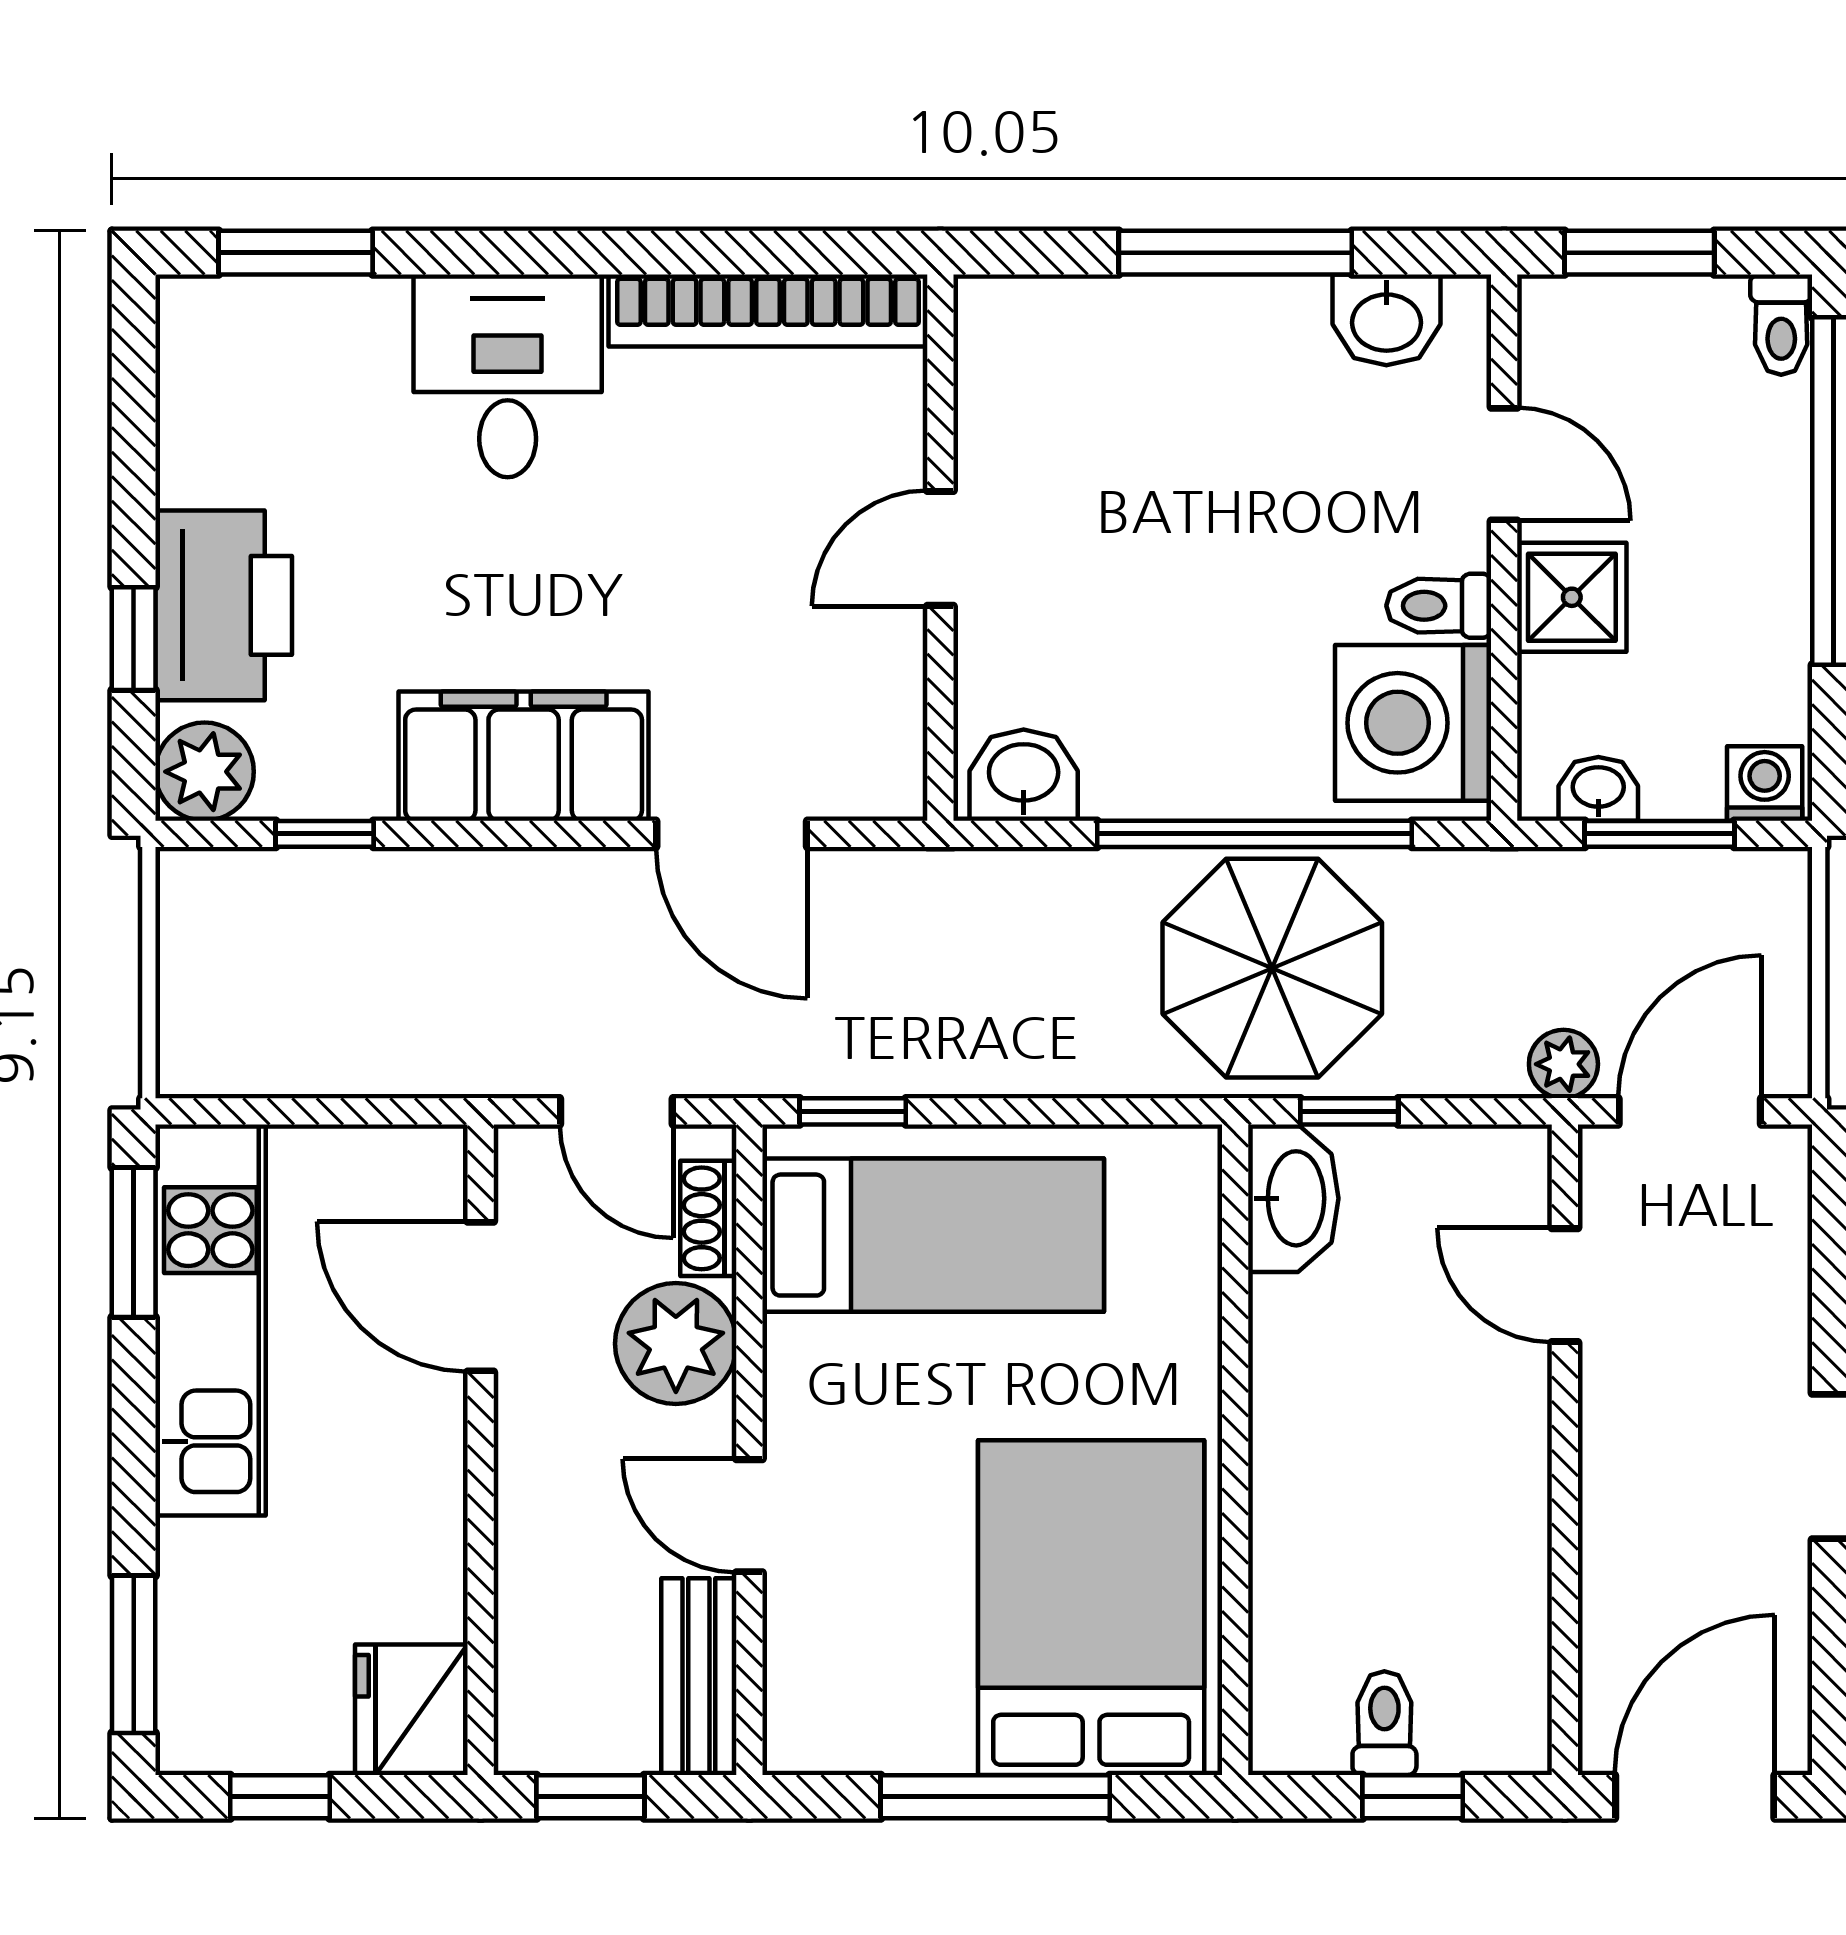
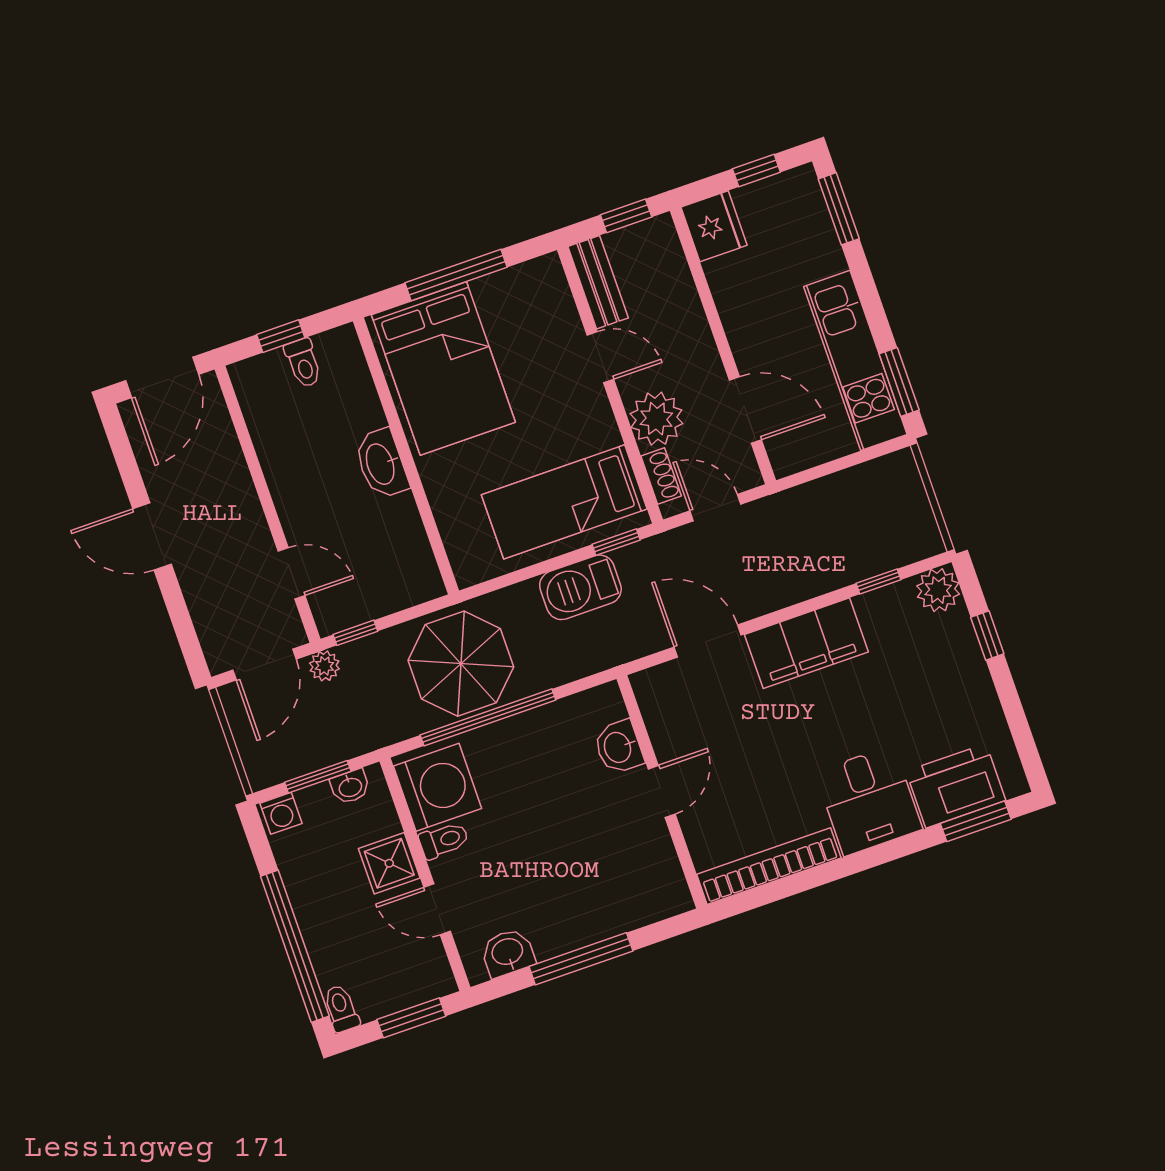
printer: (224, 605) -> (956, 786), moved, turned 90
washbasin: (1024, 775) -> (619, 747), moved, turned 90
barbecue: (962, 1042) -> (580, 587), added
window: (1349, 1111) -> (355, 633), moved
washbasin: (1293, 1198) -> (381, 464), moved

